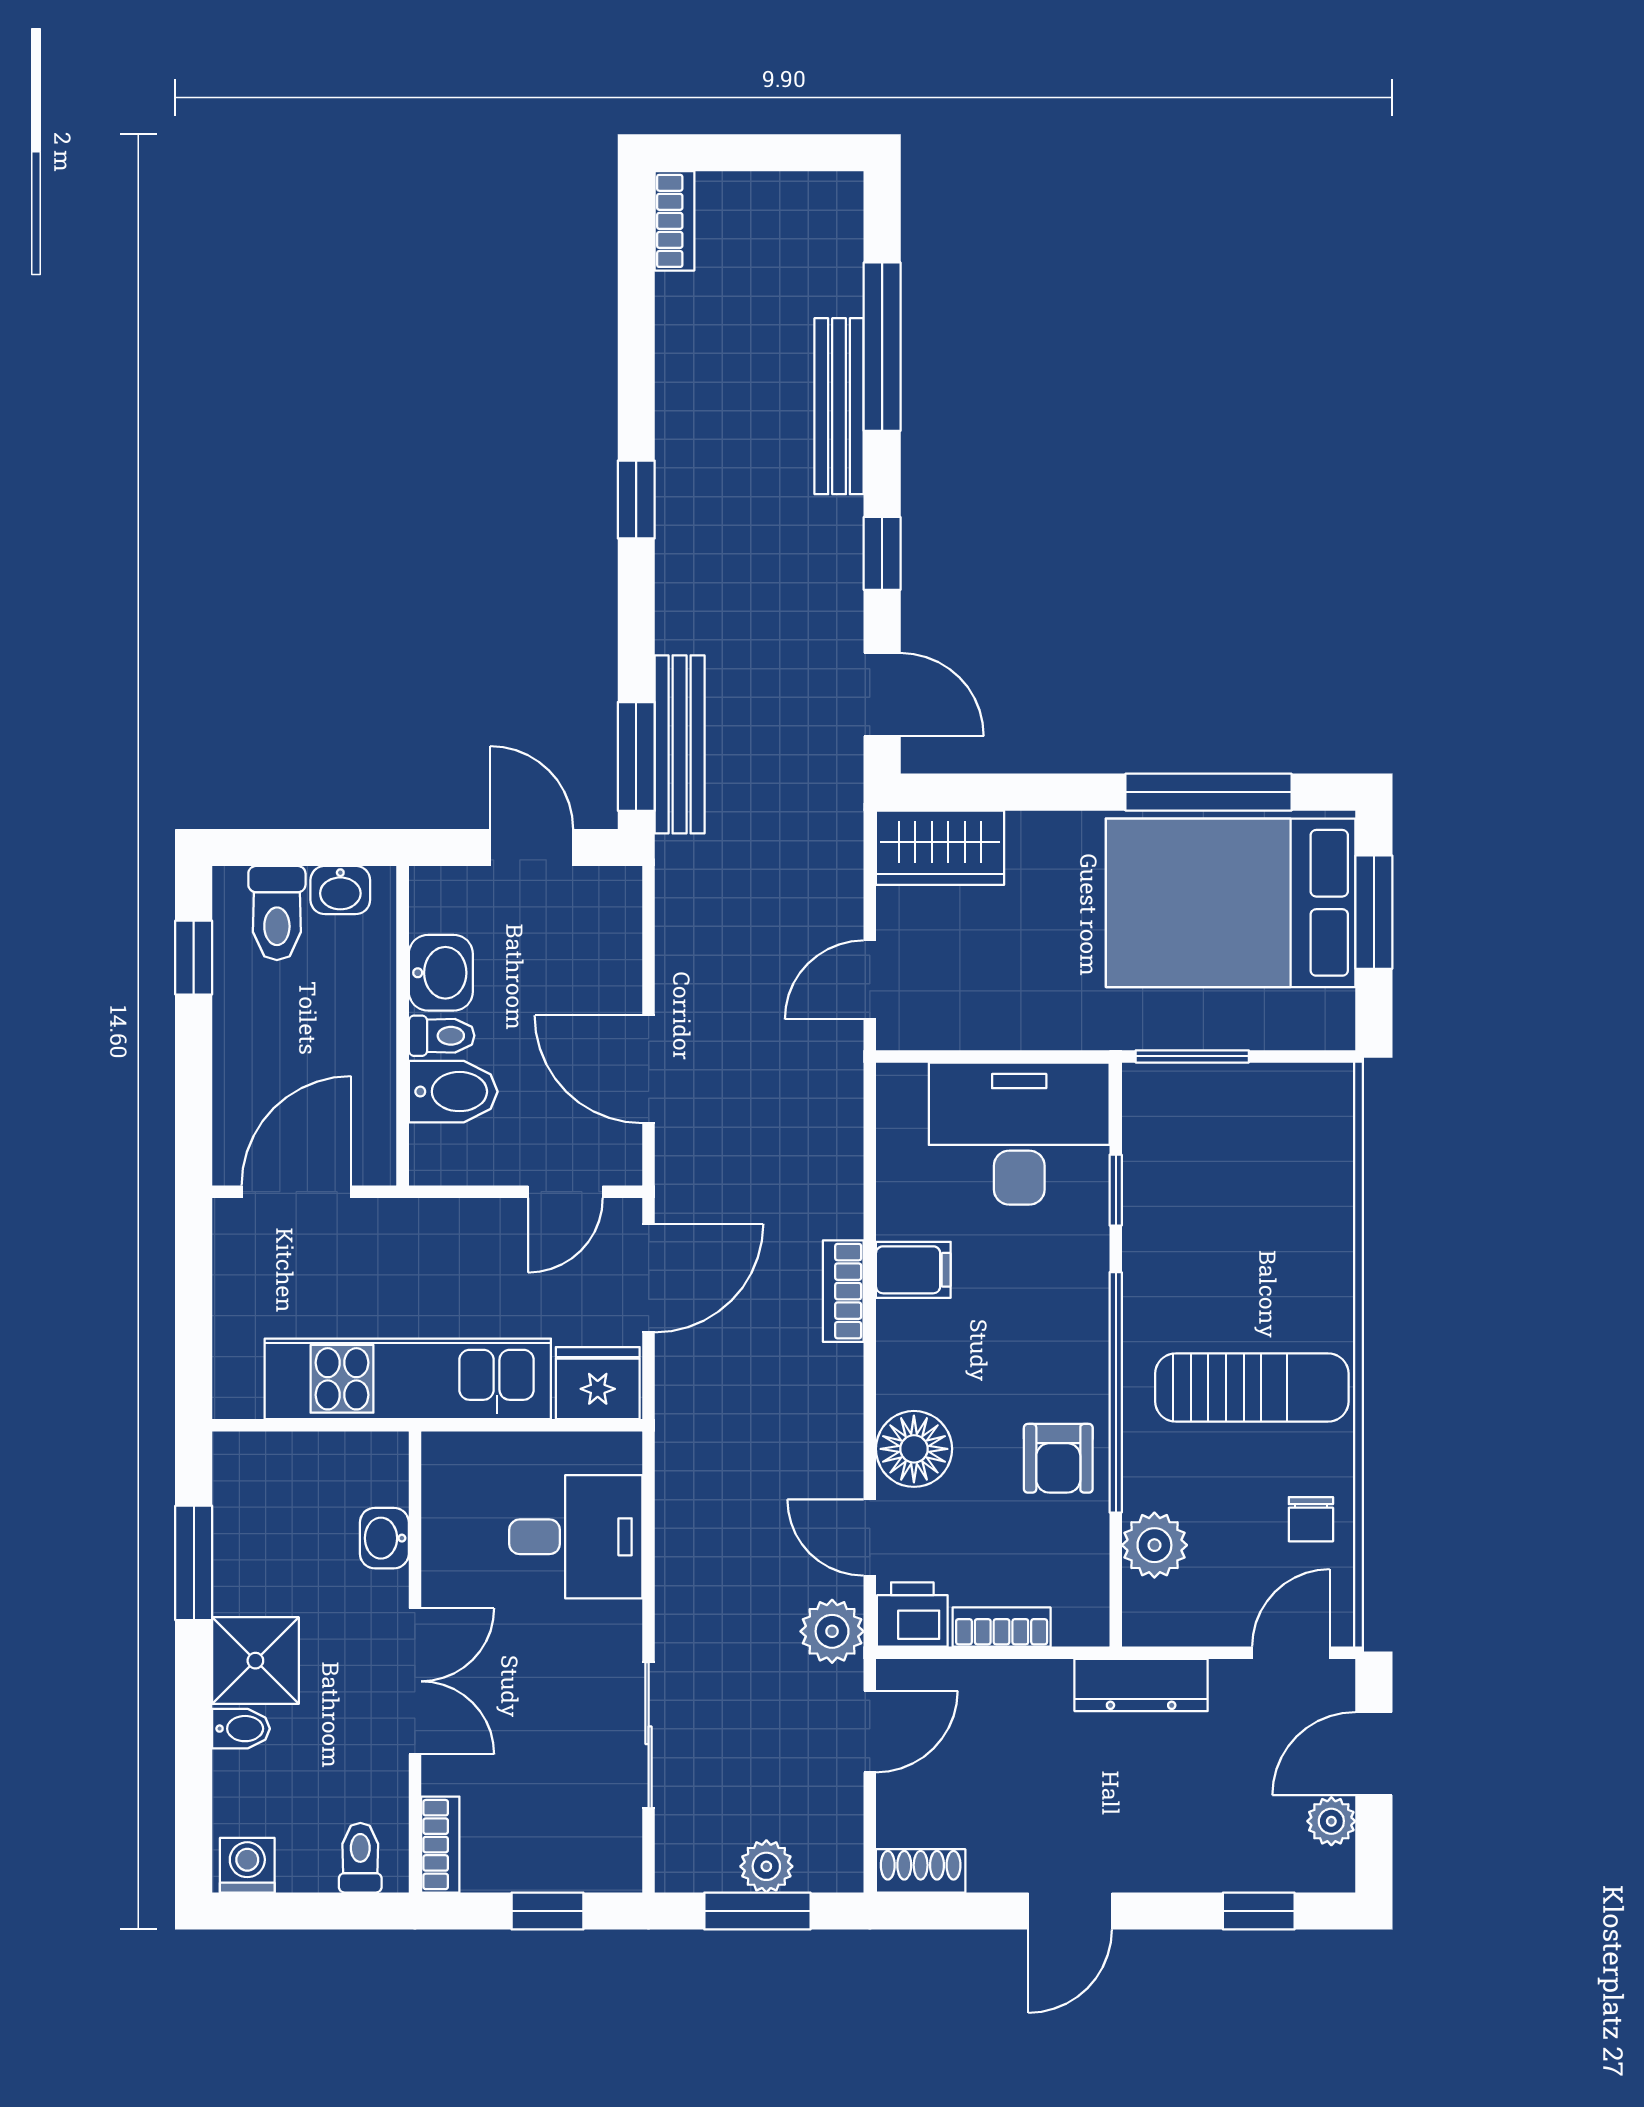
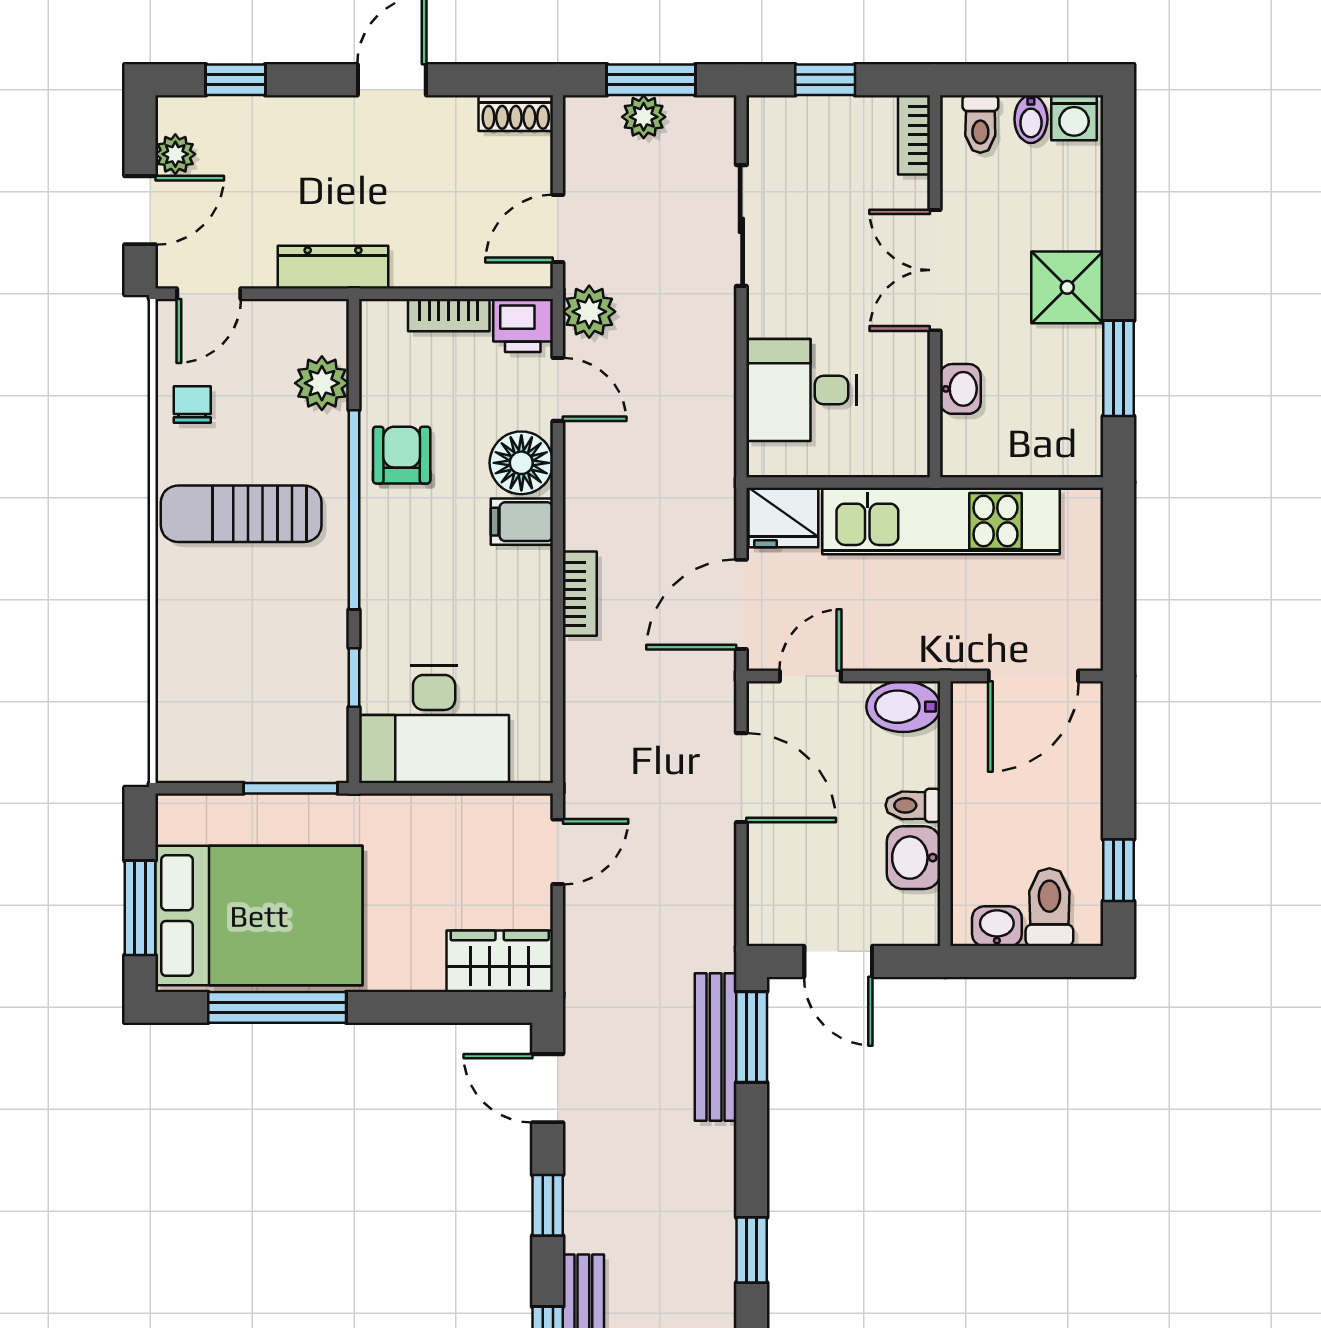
bidet: (453, 1092) -> (903, 707), moved
filing cabinet: (913, 1270) -> (522, 522), moved
bidet: (241, 1729) -> (1031, 119), moved, turned -90

